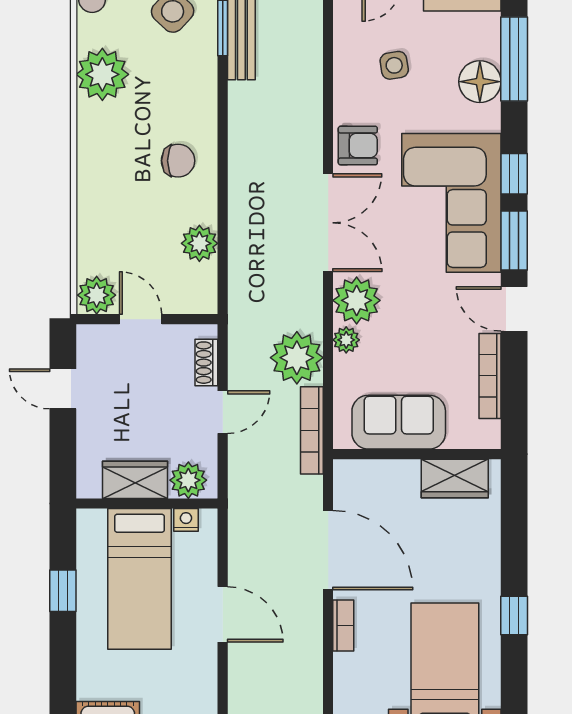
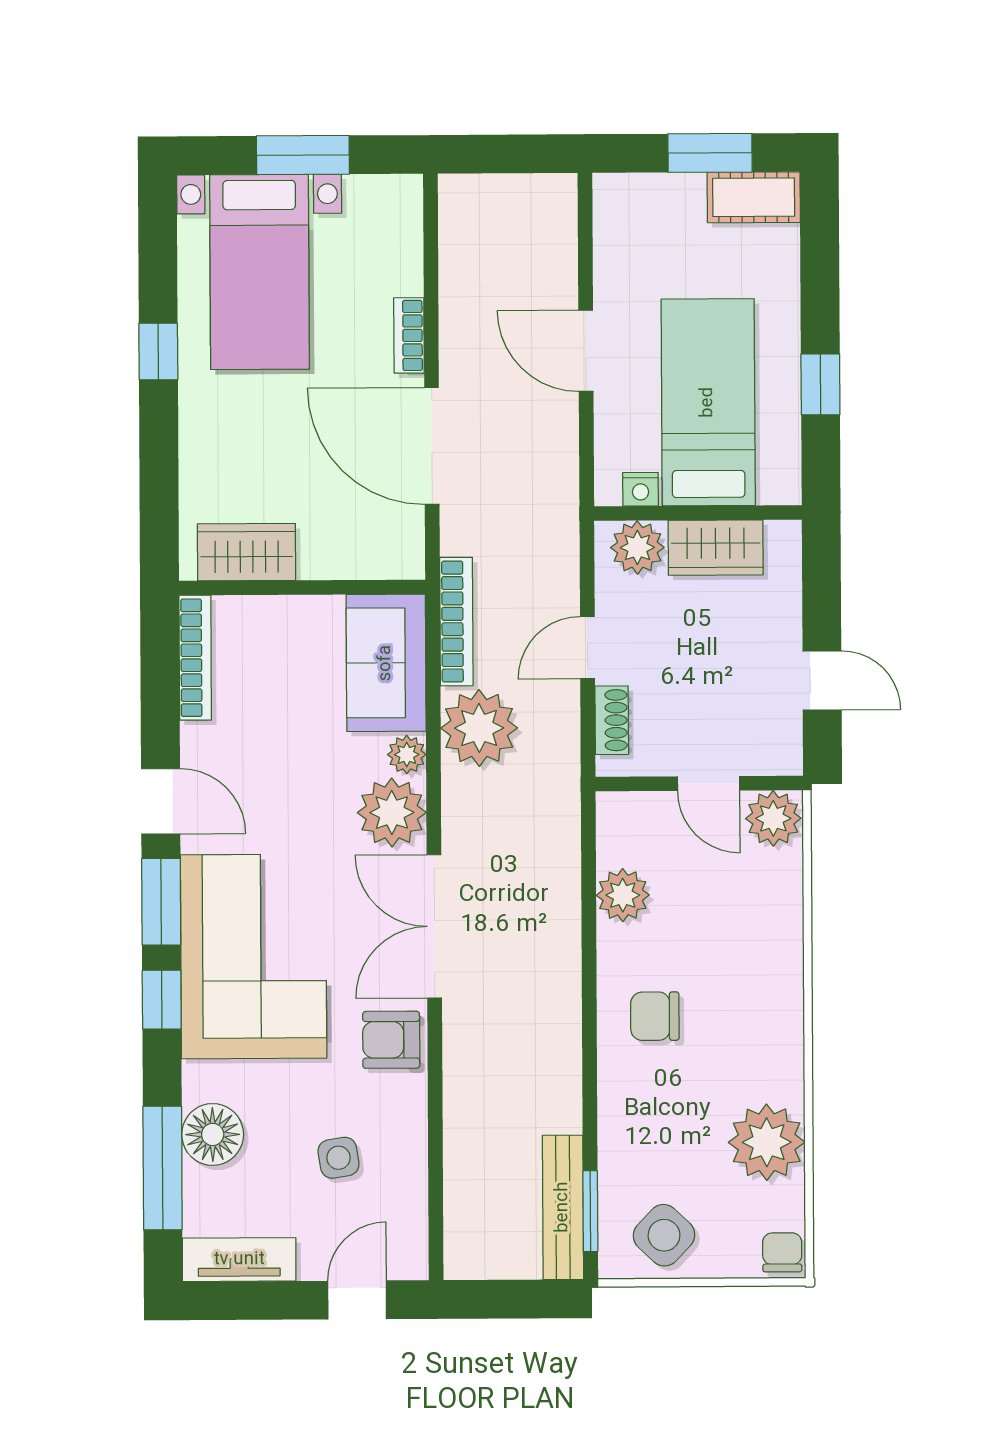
bookcase: (490, 376) -> (195, 658), moved
sofa: (399, 422) -> (386, 663), moved, turned 90

